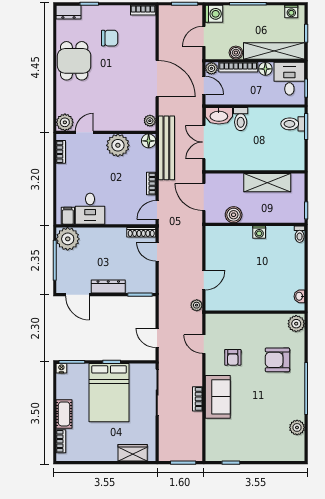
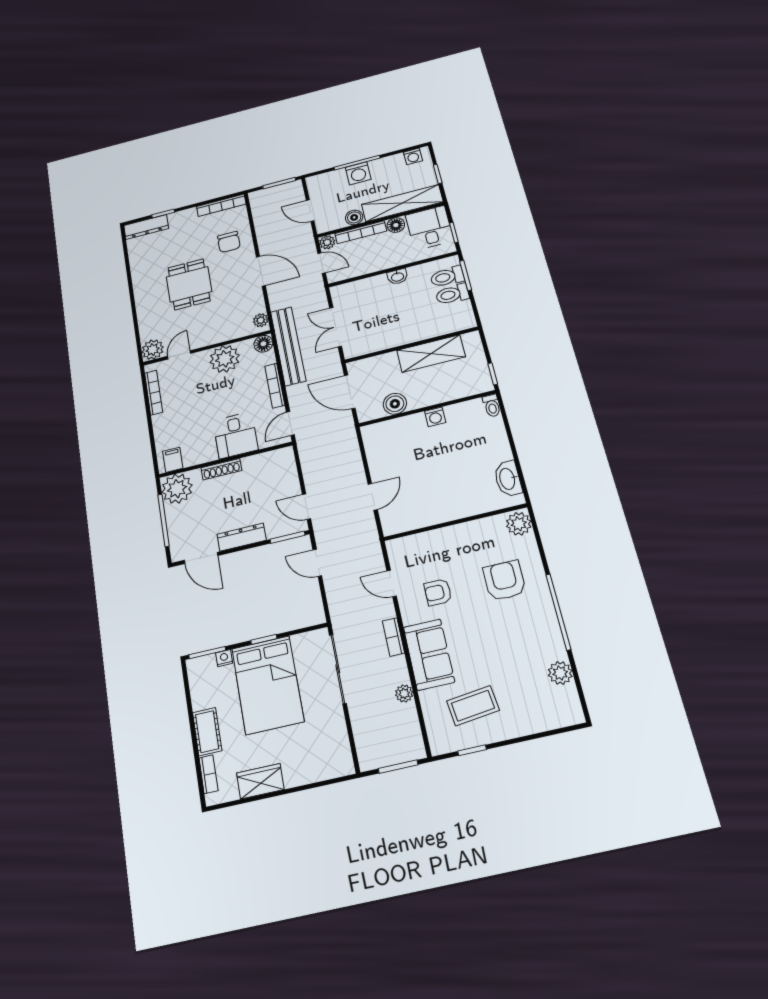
bookcase: (143, 10) -> (221, 205), width x1.56
dresser: (69, 12) -> (146, 227), width x1.44
washing machine: (214, 14) -> (358, 173), moved, turned 90
door: (204, 36) -> (310, 211), hinge flipped
chair: (110, 38) -> (229, 242), moved, turned 90
dining table: (74, 61) -> (189, 284), moved
door: (157, 79) -> (261, 271), width x0.73
washbasin: (219, 116) -> (397, 277), moved, width x0.52, depth x0.69
toilet: (241, 119) -> (452, 294), moved, turned 90
bookcase: (61, 152) -> (154, 393), width x1.56
bookcase: (151, 184) -> (275, 386), width x1.56
desk: (90, 209) -> (236, 435), moved
shoe rack: (141, 232) -> (221, 469), moved
door: (157, 252) -> (306, 507), moved
washbasin: (299, 296) -> (508, 479), width x1.91, depth x1.45
plant: (197, 305) -> (404, 694), moved
door: (157, 338) -> (317, 563), moved
armchair: (233, 357) -> (438, 592), turned 90
armchair: (277, 360) -> (504, 581), turned 90
nightstand: (61, 368) -> (224, 658), moved
bookcase: (197, 399) -> (393, 637), moved
coffee table: (238, 436) -> (473, 706), added
wardrobe: (133, 453) -> (260, 781), moved

